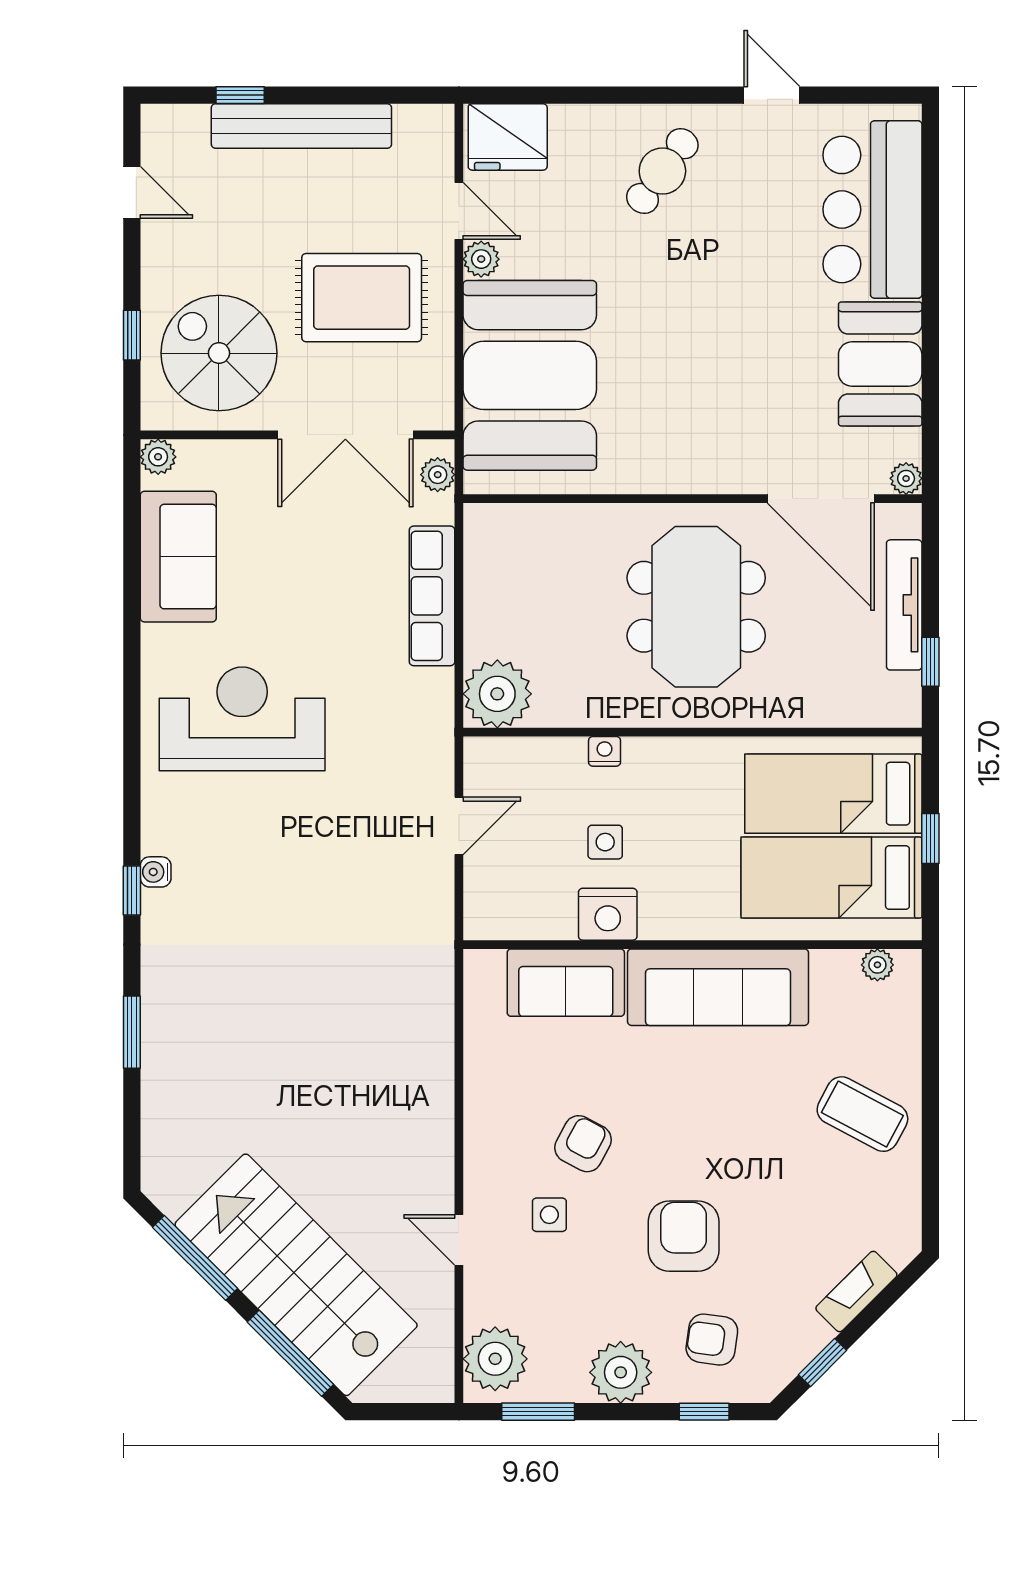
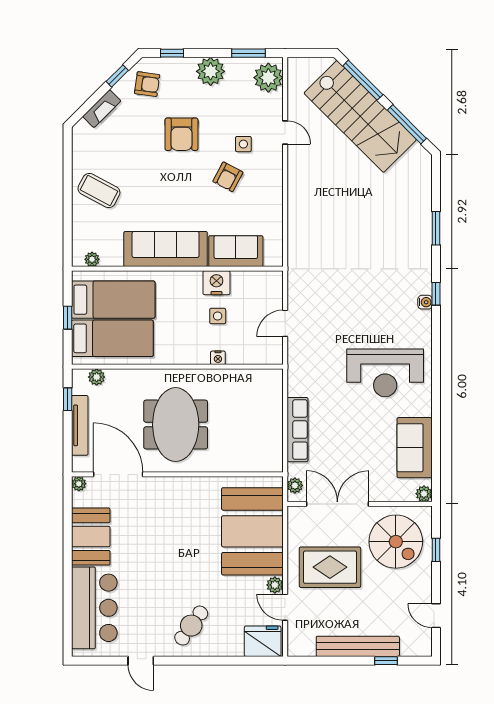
plant: (497, 694) -> (97, 377), moved, width x0.53, depth x0.53
armchair: (712, 1340) -> (147, 84), moved

